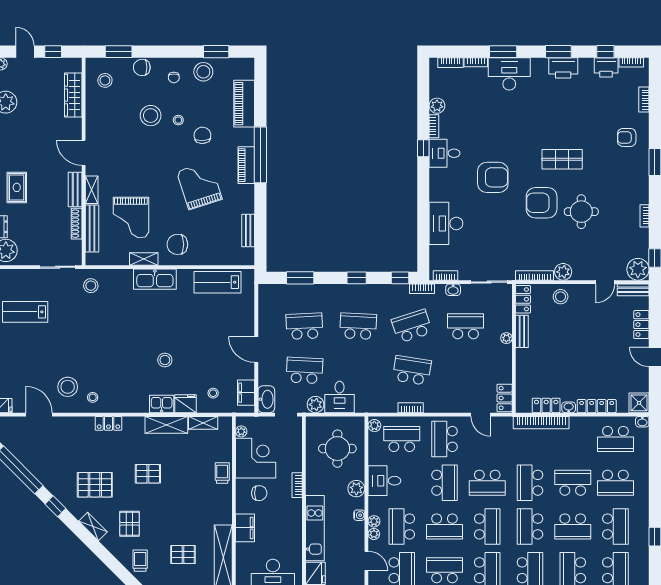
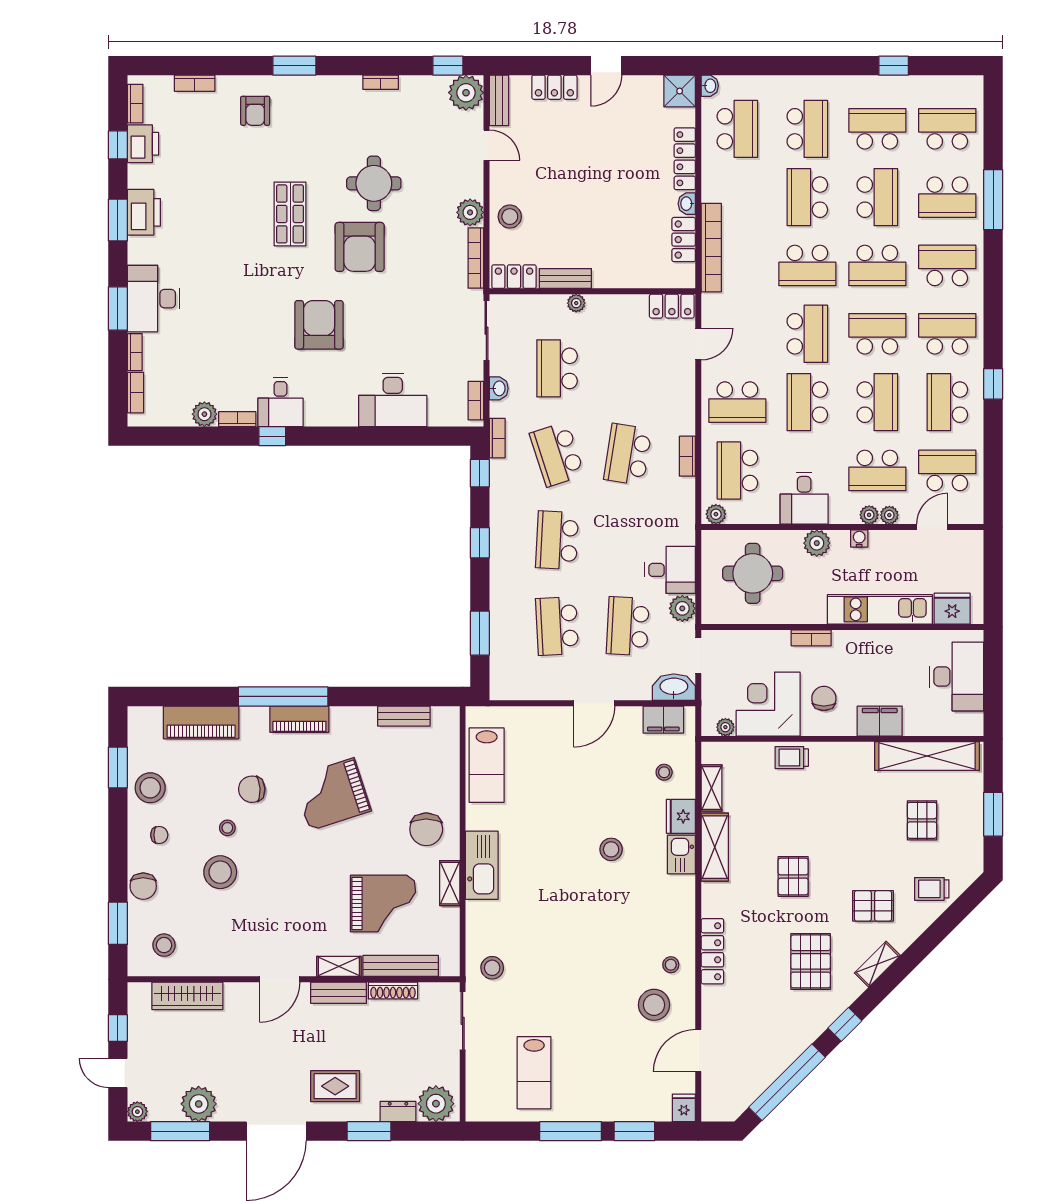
door: (25, 52) -> (118, 1073), hinge flipped
locker: (108, 423) -> (712, 951), width x1.53
school desk: (444, 483) -> (807, 402), turned -90

